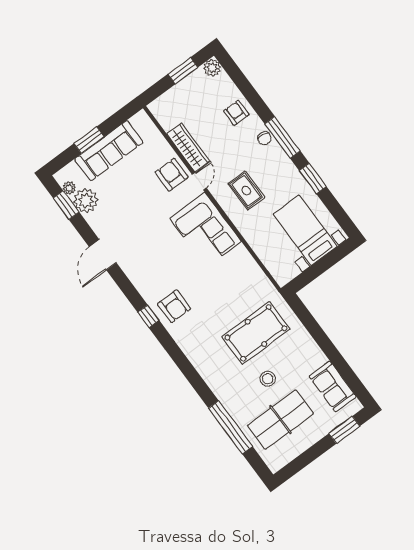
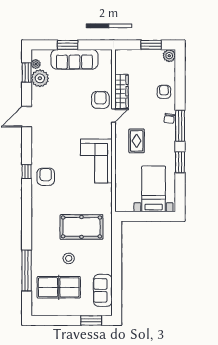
corner sofa: (206, 230) -> (96, 161), moved
armchair: (174, 306) -> (46, 177), turned 180

